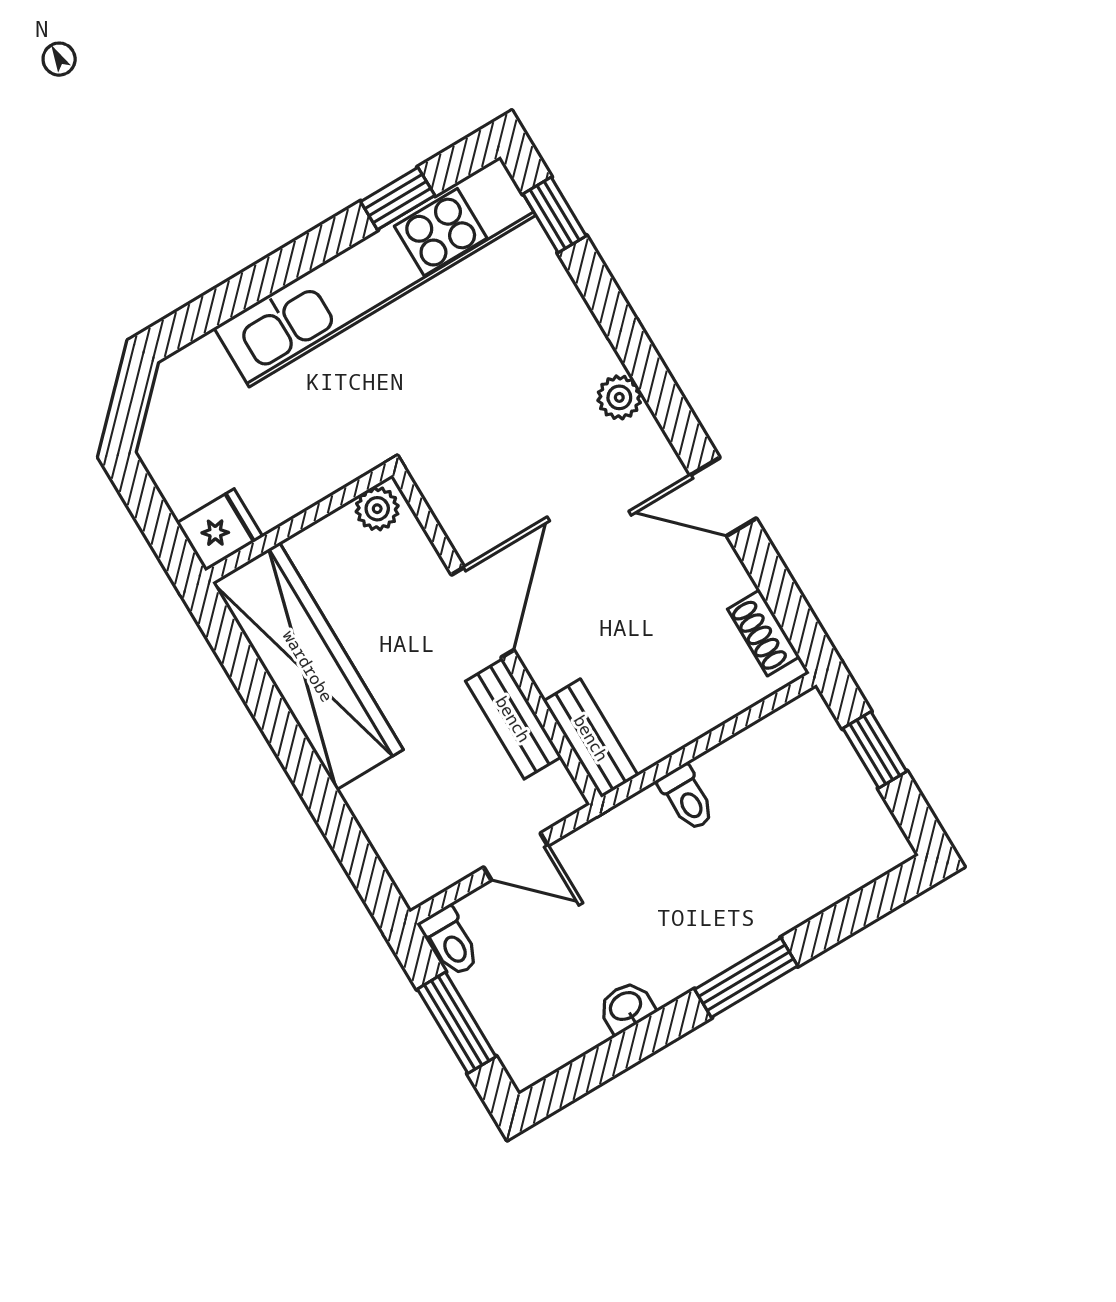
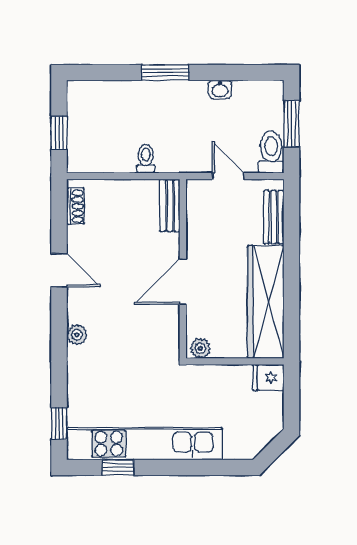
bench: (513, 719) -> (274, 217), moved
toilet: (450, 941) -> (271, 152), width x1.37, depth x1.39

